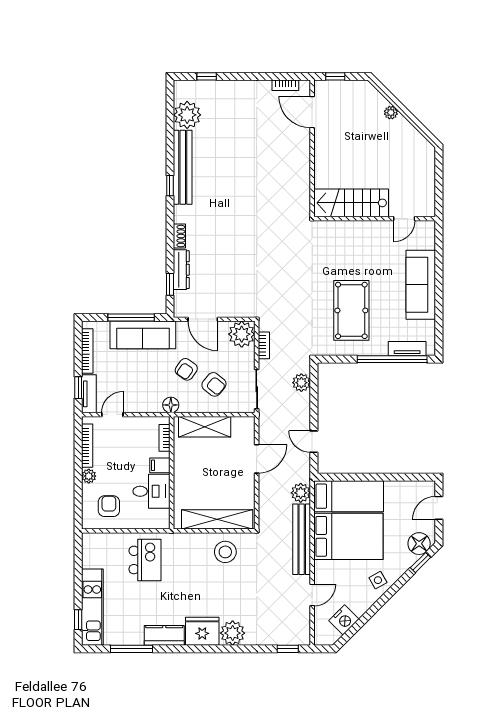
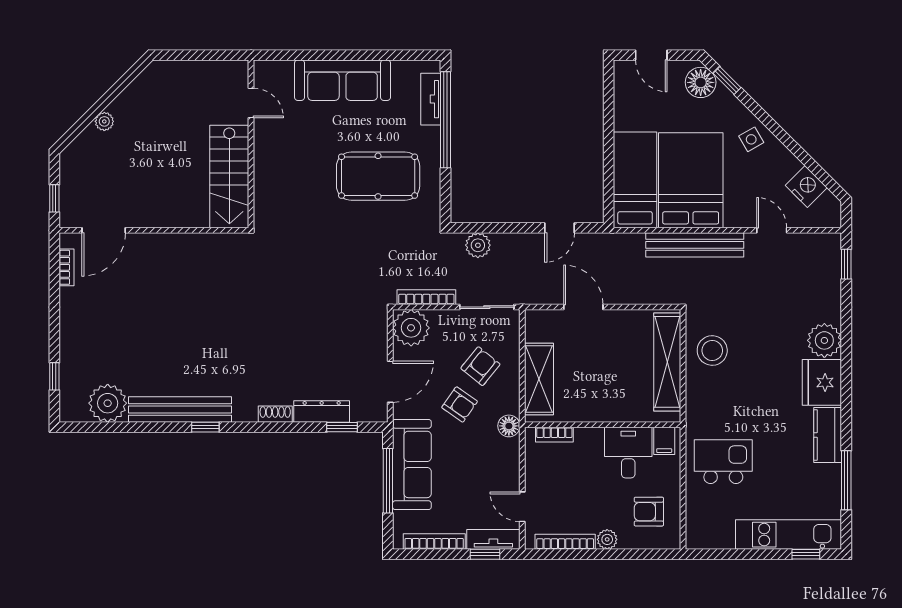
bookcase: (264, 345) -> (426, 297), width x1.56
filing cabinet: (160, 465) -> (664, 441), moved
plant: (301, 493) -> (630, 246), removed

